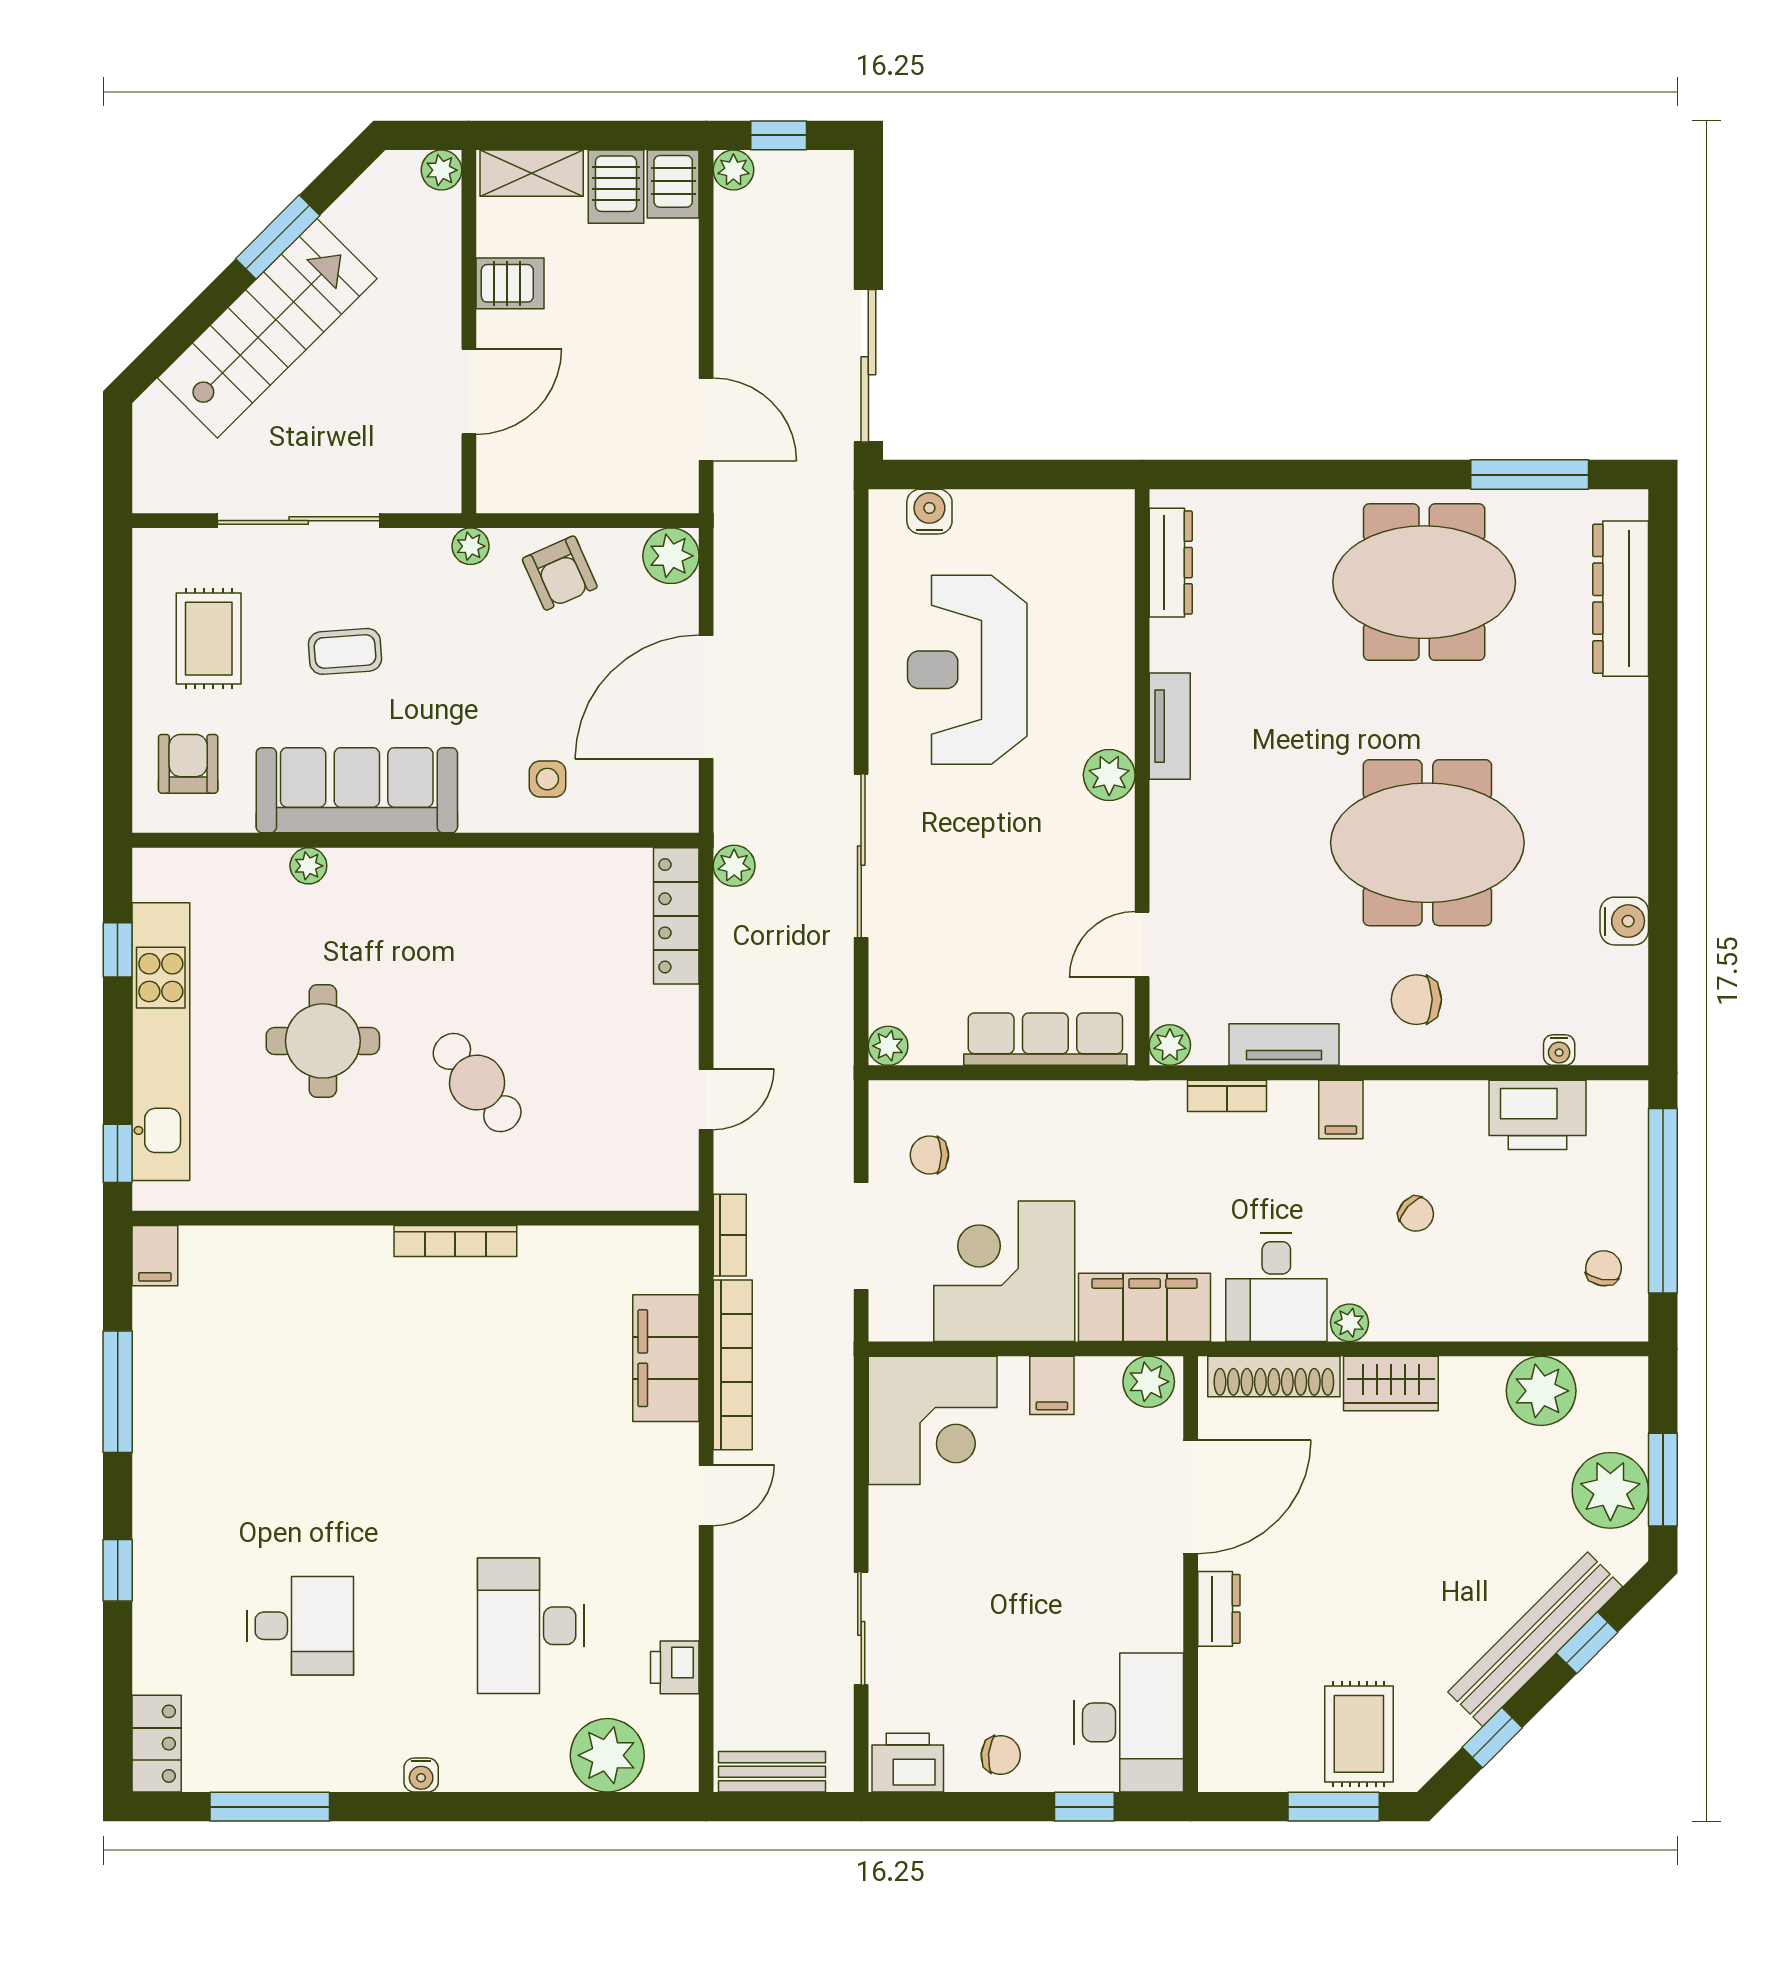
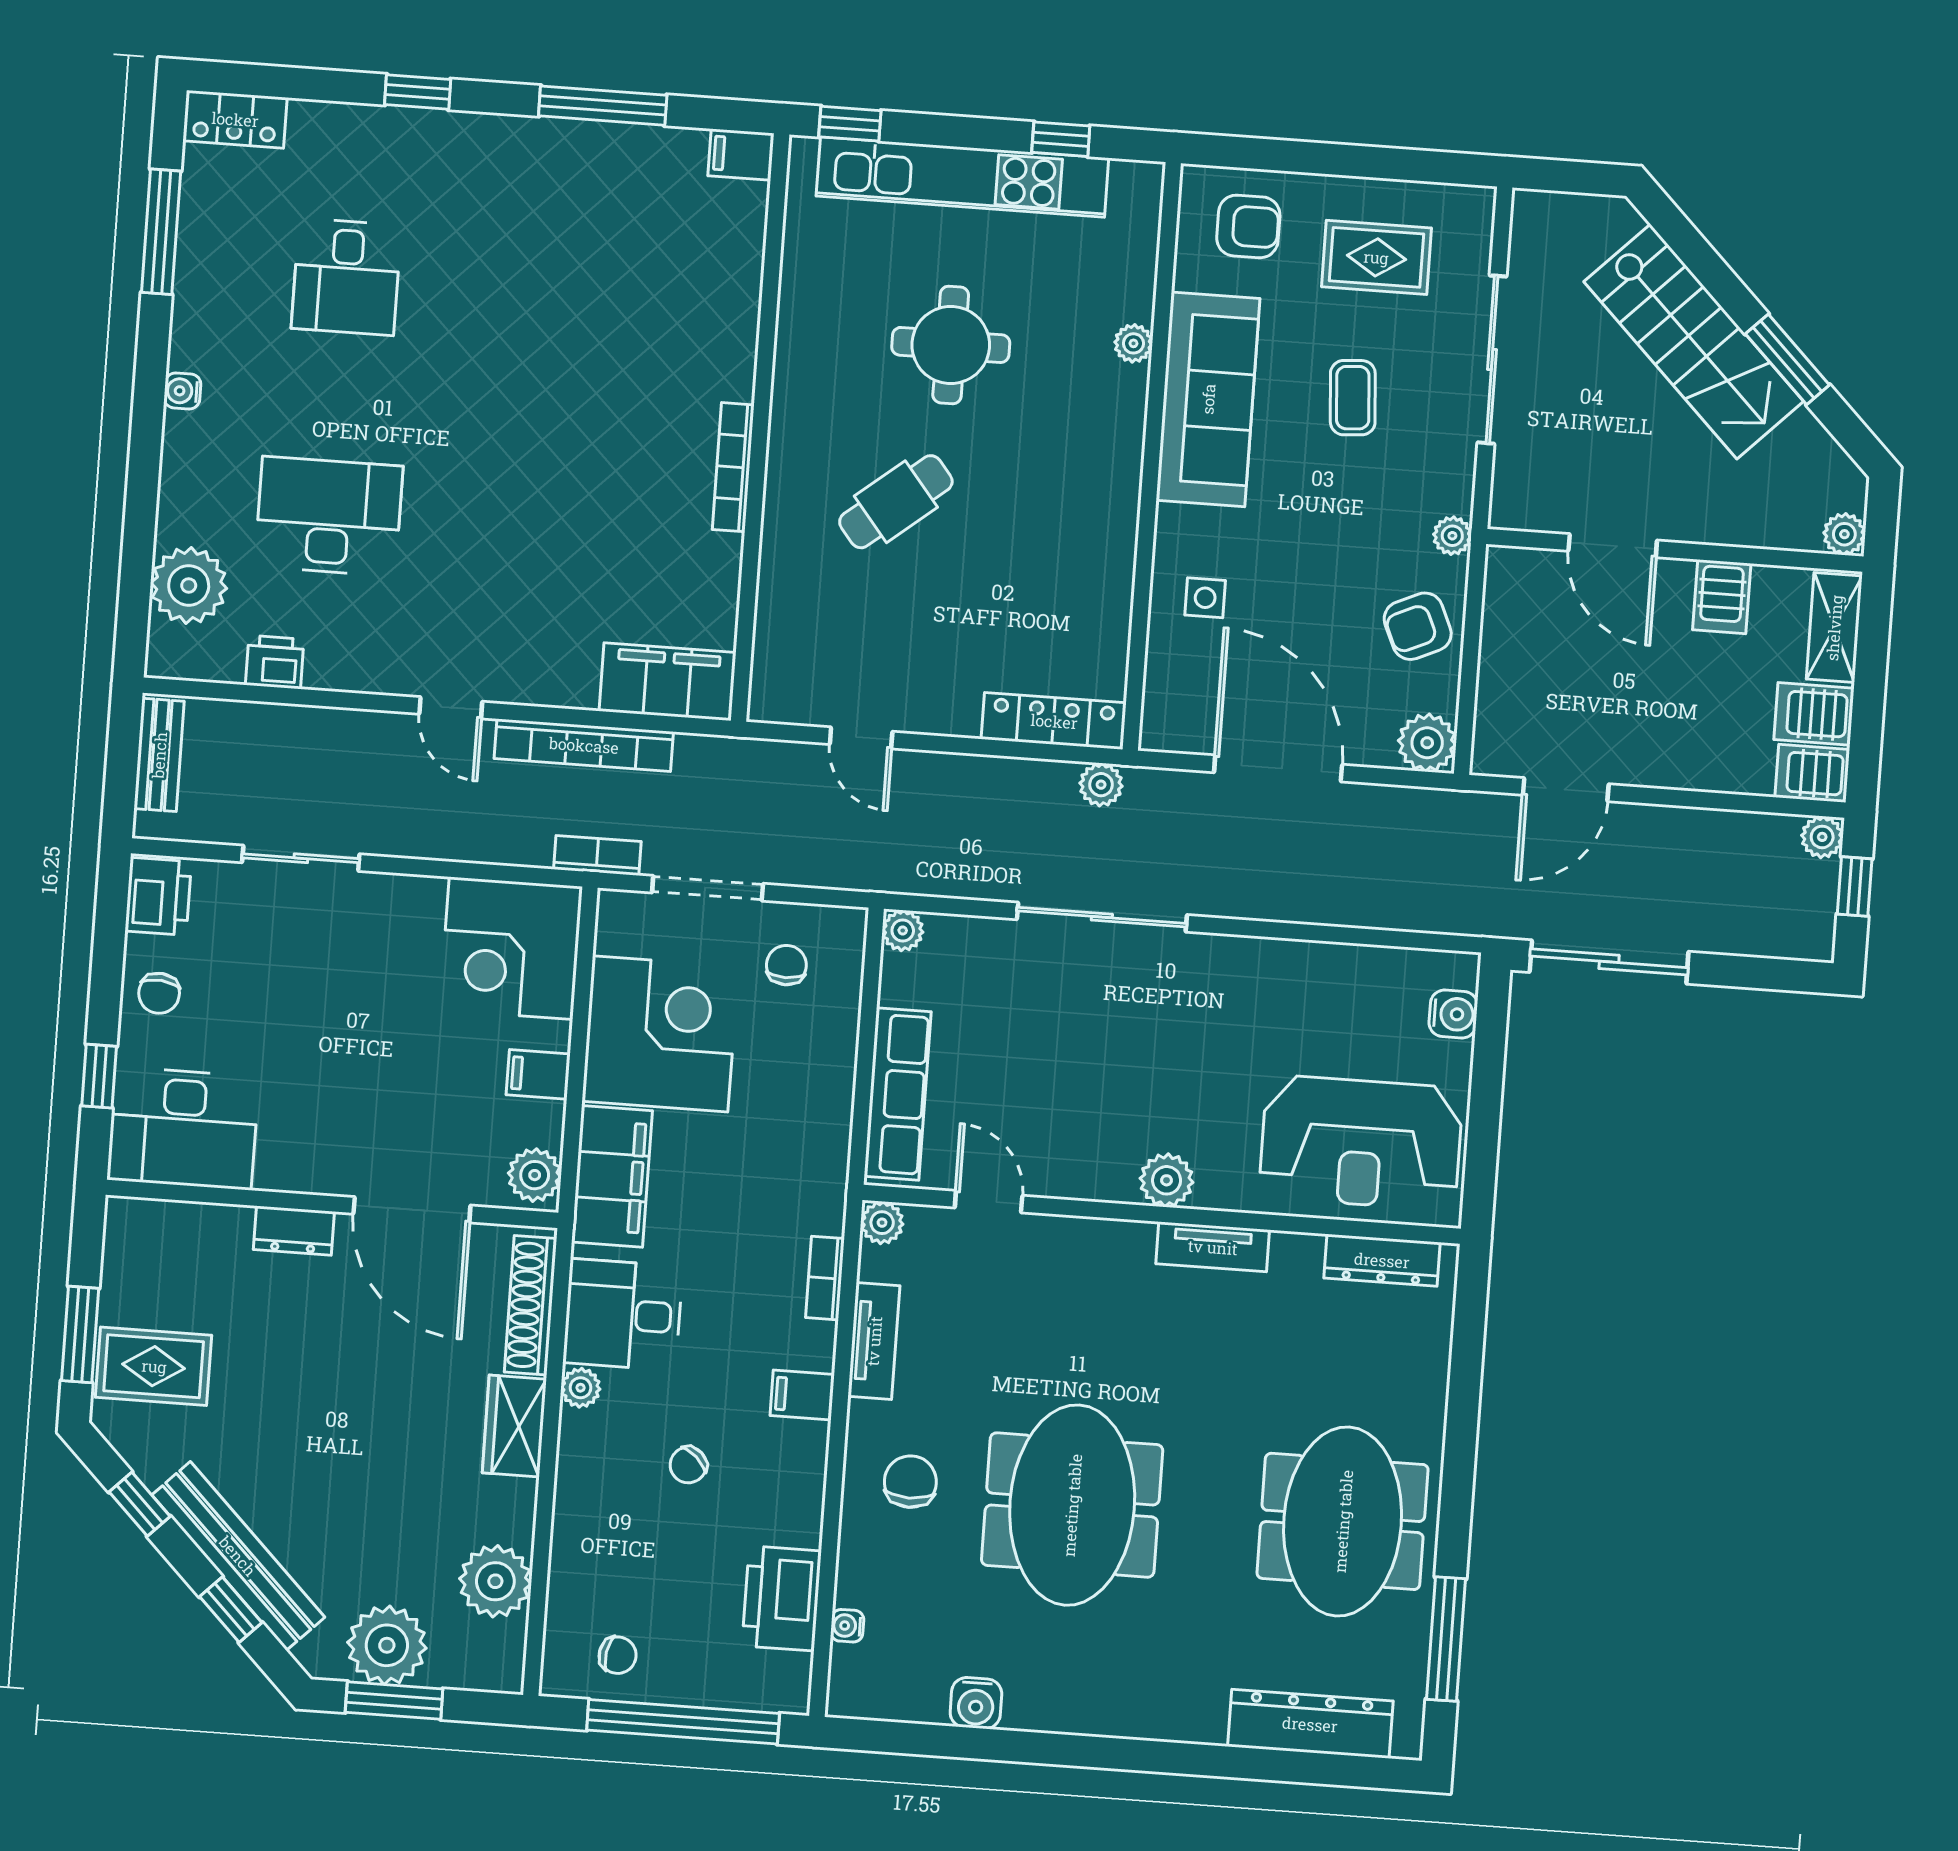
reception desk: (967, 670) -> (1361, 1143), moved, turned 180
bookcase: (730, 1235) -> (597, 855), moved, turned 180
filing cabinet: (666, 1358) -> (668, 682), moved

